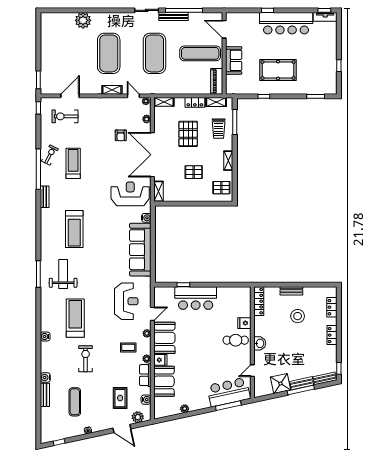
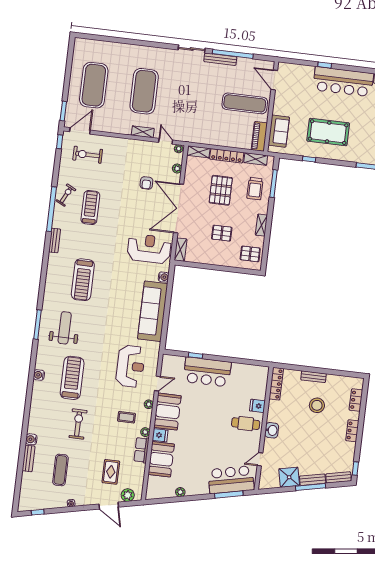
plant: (83, 20) -> (120, 52), removed
exercise mat: (154, 53) -> (94, 85), moved
sofa: (234, 60) -> (279, 131), moved
door: (70, 96) -> (80, 131), moved
locker: (195, 102) -> (227, 156), width x1.53
water cooler: (45, 336) -> (39, 375), moved
water cooler: (146, 400) -> (139, 477), removed

